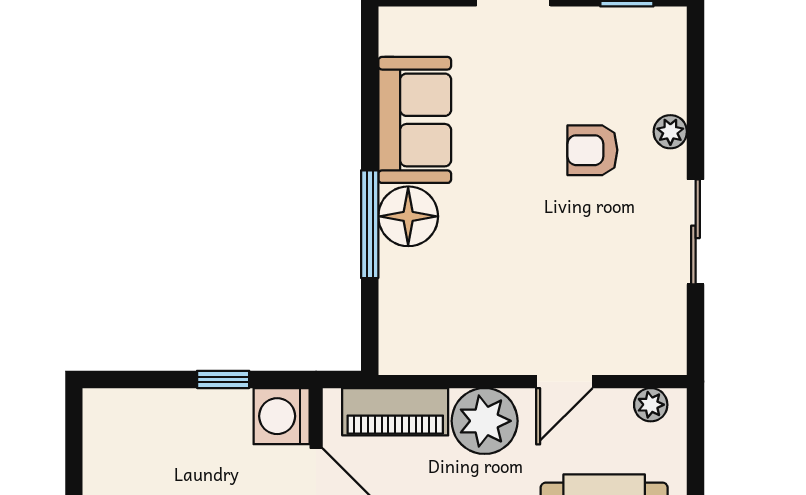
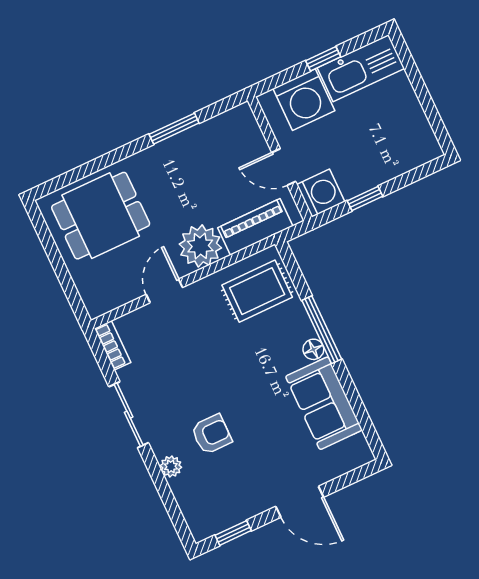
floor lamp: (408, 216) -> (313, 349), width x0.53, depth x0.53
rug: (435, 321) -> (257, 291), added
bookcase: (673, 339) -> (113, 345), added
plant: (651, 405) -> (107, 301), removed

